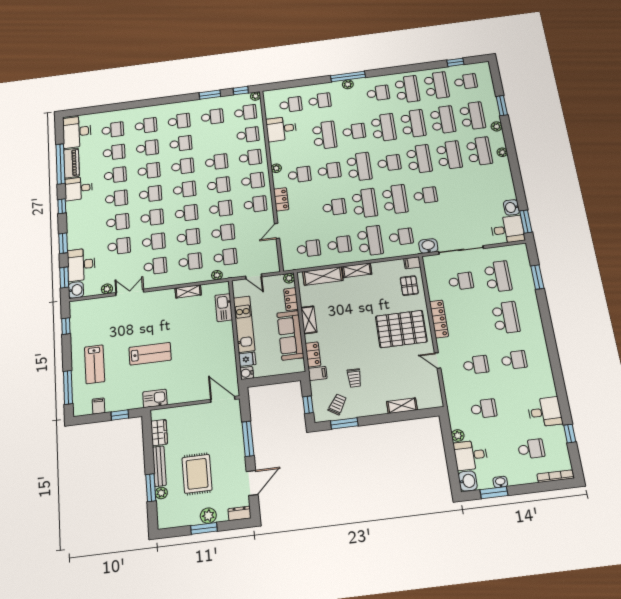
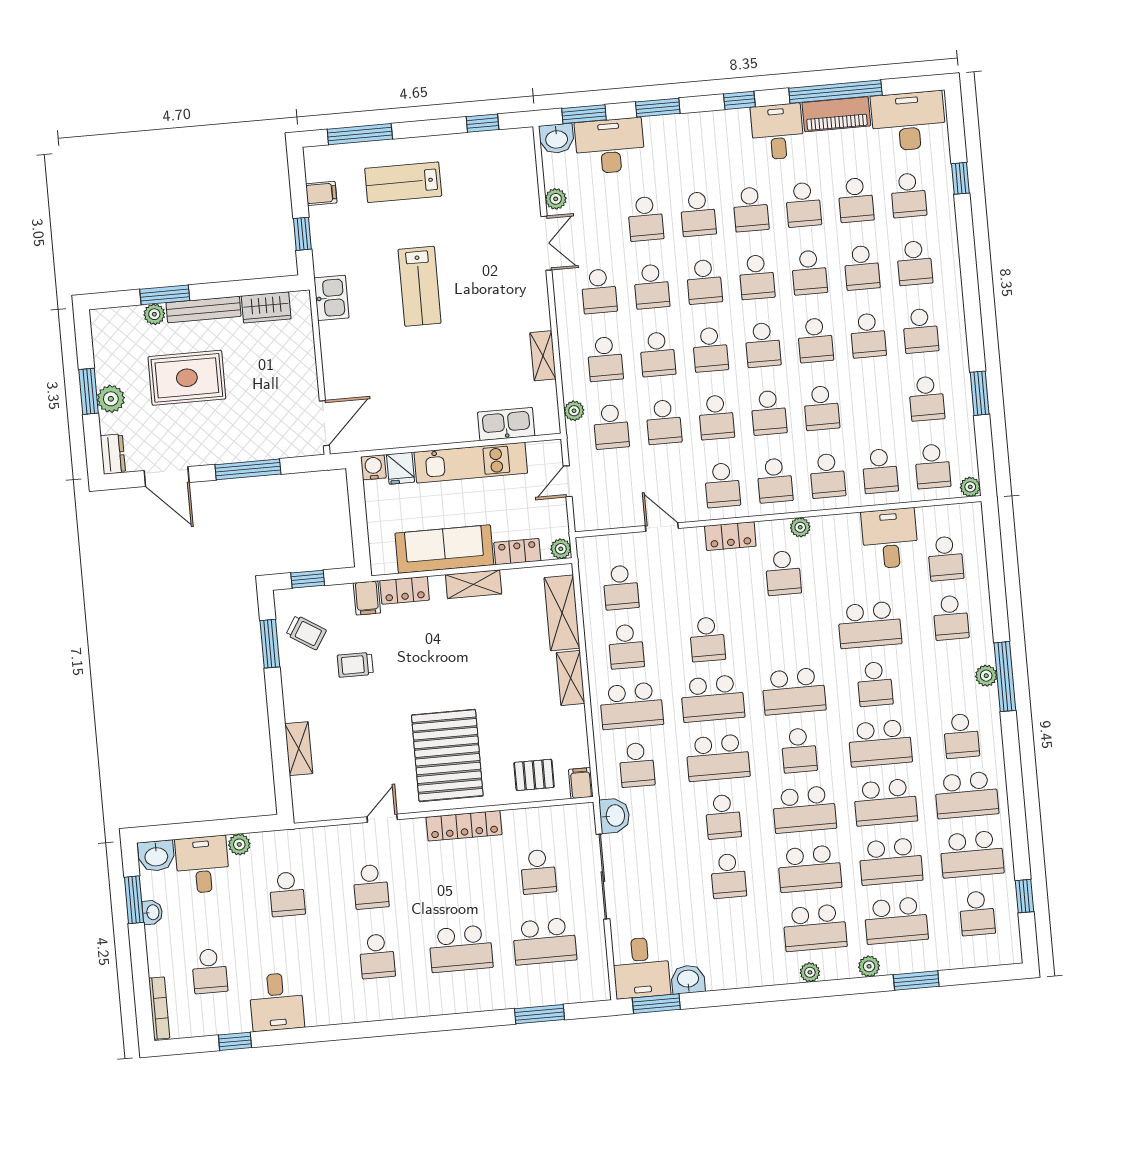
window: (241, 91) -> (960, 178), moved
school desk: (329, 171) -> (728, 876), moved

